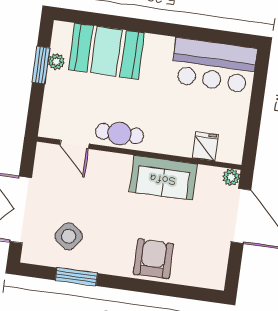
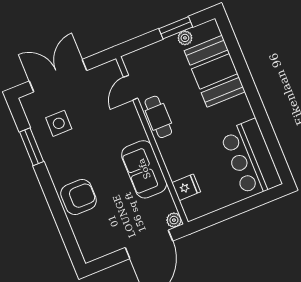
side table: (69, 236) -> (59, 123), turned -37

